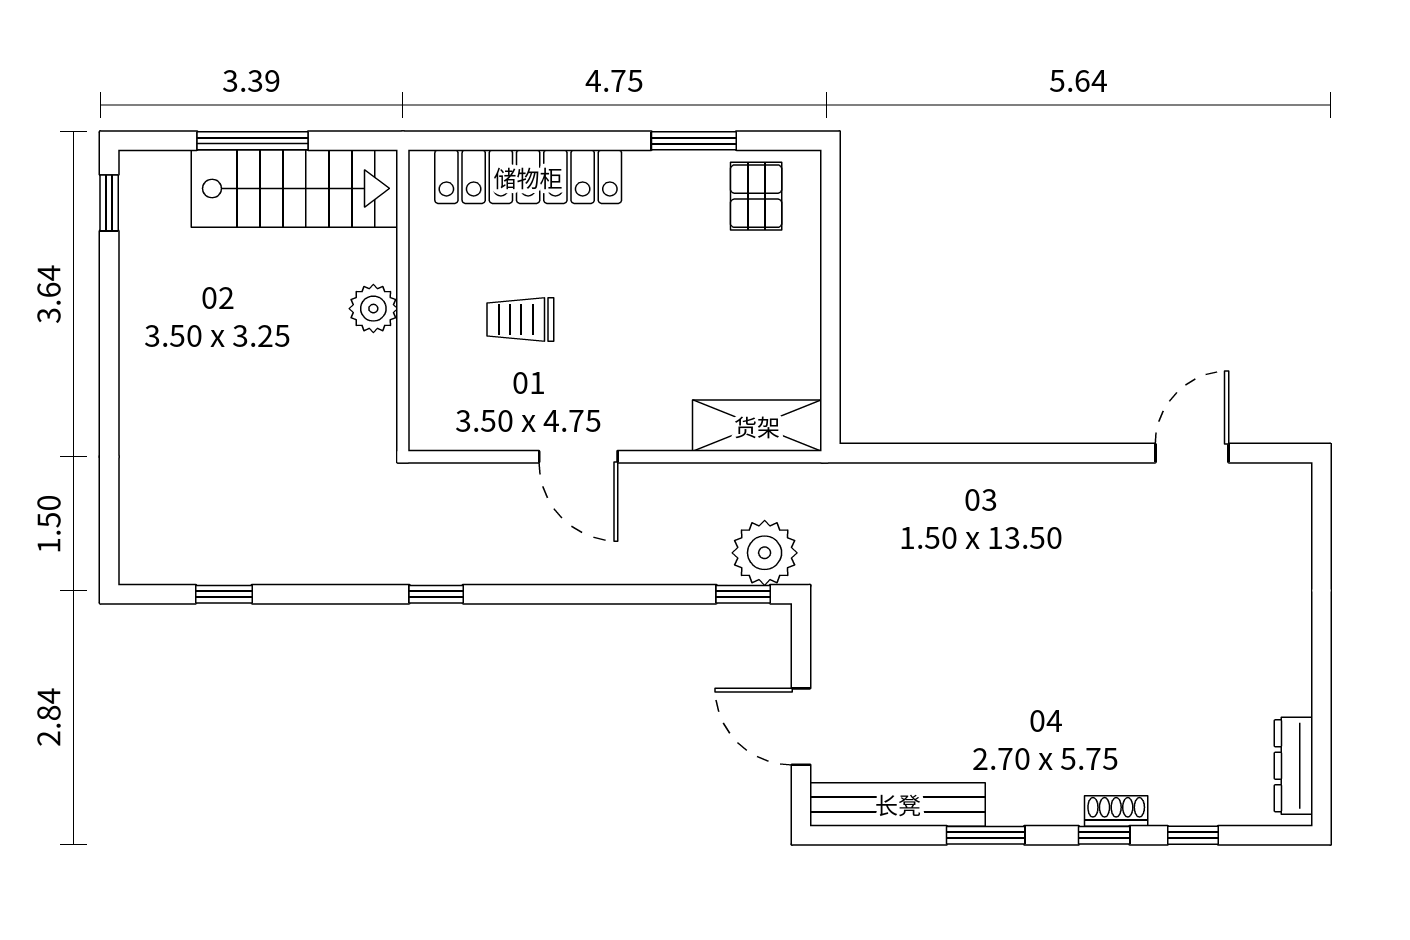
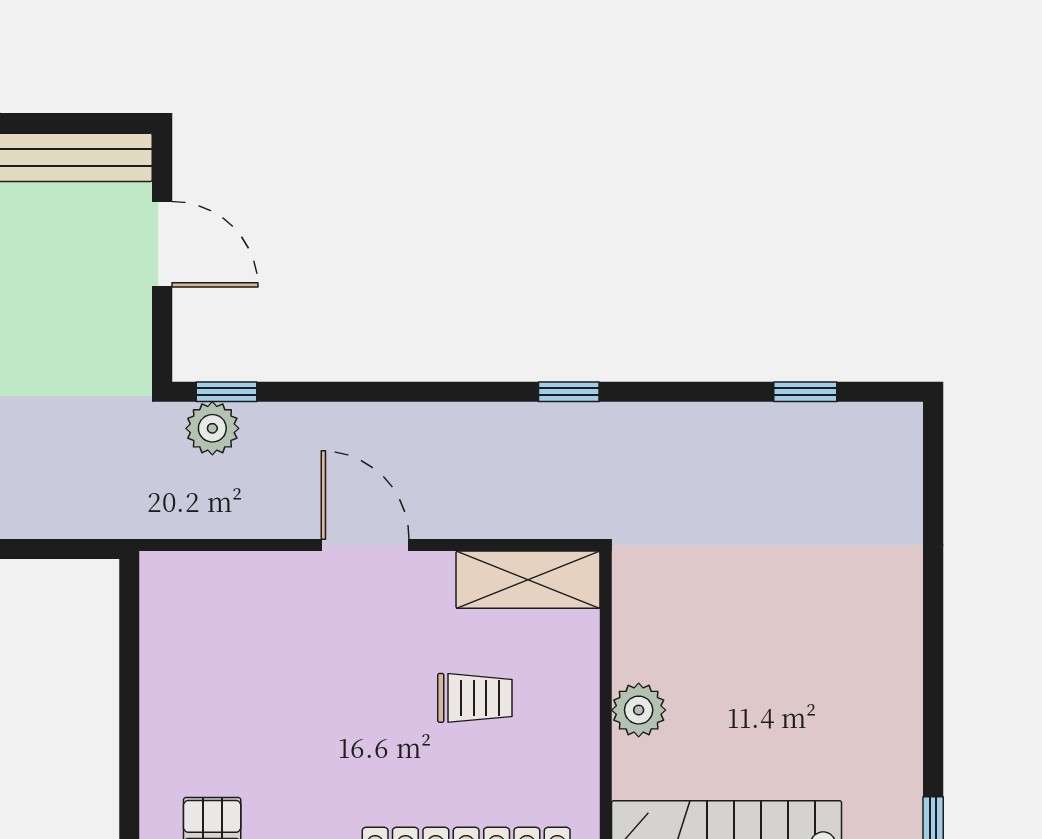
shelving: (757, 426) -> (528, 580), moved
door: (578, 457) -> (365, 545), moved
plant: (765, 553) -> (212, 428), width x0.73, depth x0.73

